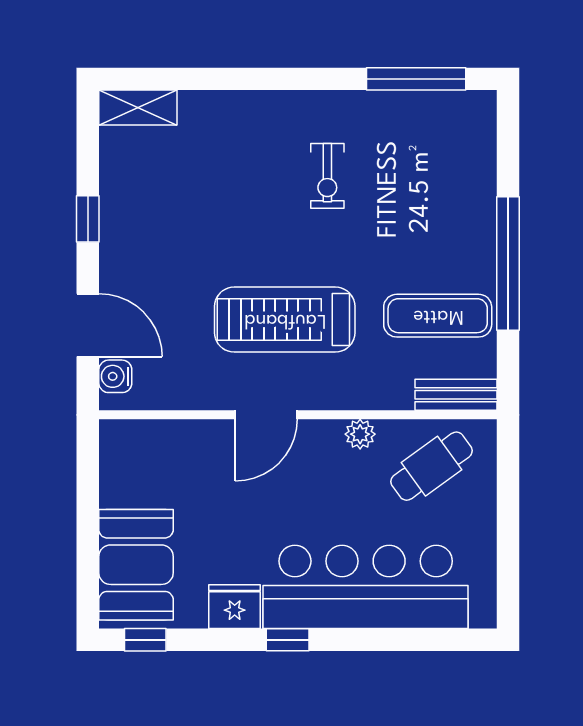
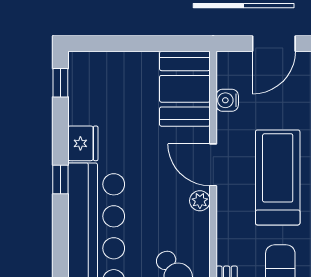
water cooler: (115, 376) -> (227, 100), moved, turned -90
plant: (360, 434) -> (200, 201), moved
booth: (136, 565) -> (185, 89), moved, turned 90

